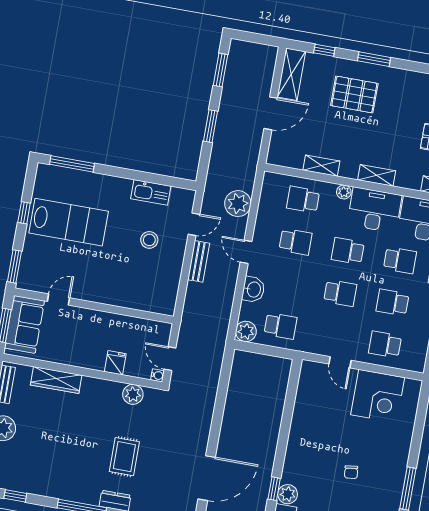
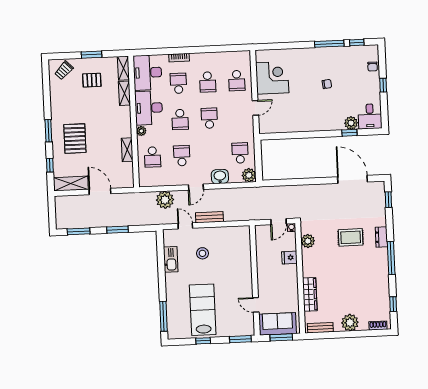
shelving: (377, 175) -> (124, 93), moved

